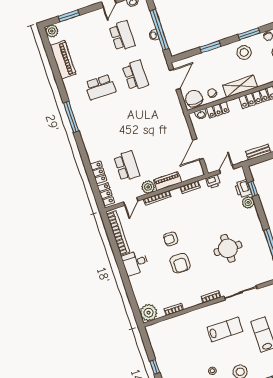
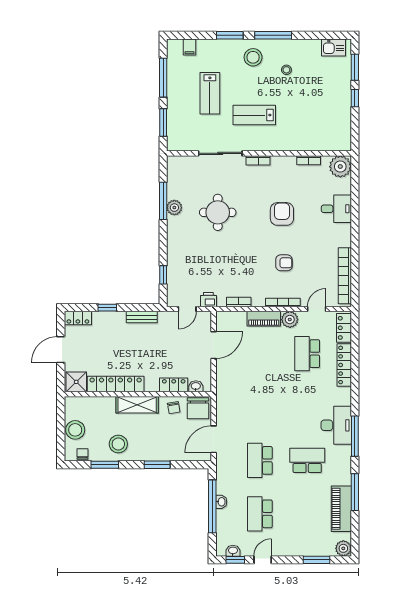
window: (57, 75) -> (355, 492), added
desk: (88, 120) -> (336, 425), added
locker: (98, 172) -> (344, 365), width x1.53
printer: (243, 189) -> (175, 279), removed
plant: (248, 202) -> (174, 208), moved
armchair: (171, 239) -> (284, 263), moved
desk: (135, 263) -> (336, 209), moved

